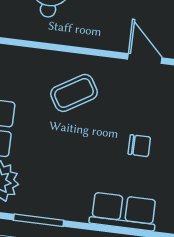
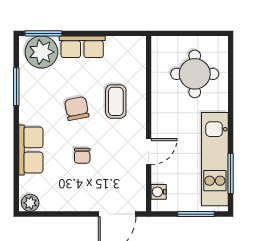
coffee table: (74, 93) -> (116, 101), turned 31
chair: (77, 145) -> (77, 108), added

